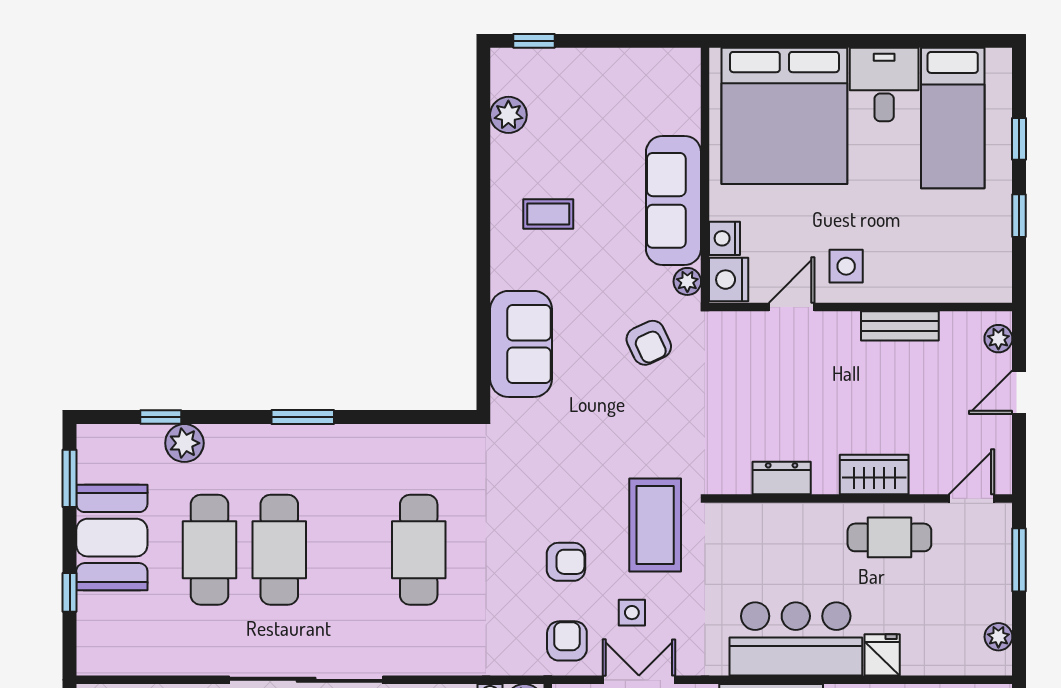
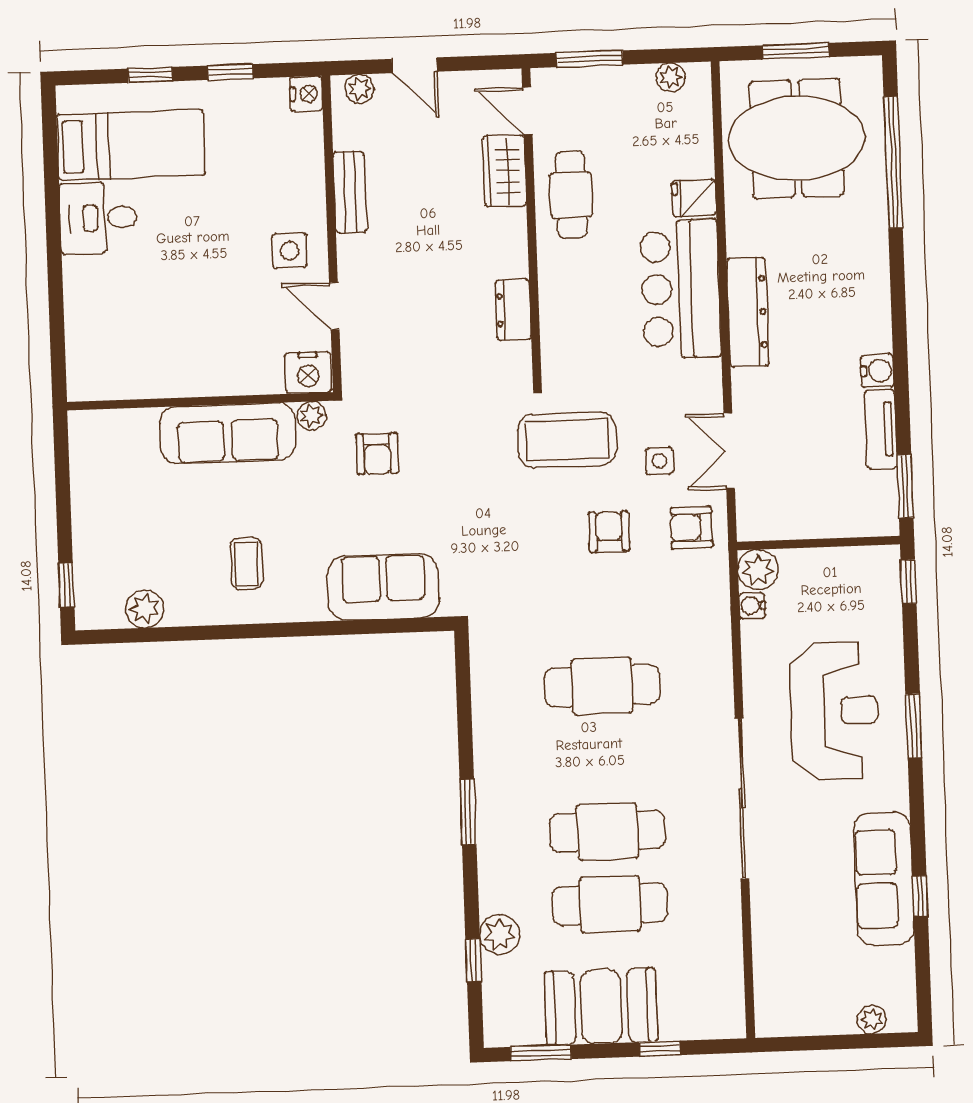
bed: (784, 116) -> (135, 321), removed
nightstand: (725, 238) -> (306, 94), moved, turned -90
armchair: (649, 343) -> (377, 454), turned 115
wardrobe: (874, 475) -> (504, 171), moved

